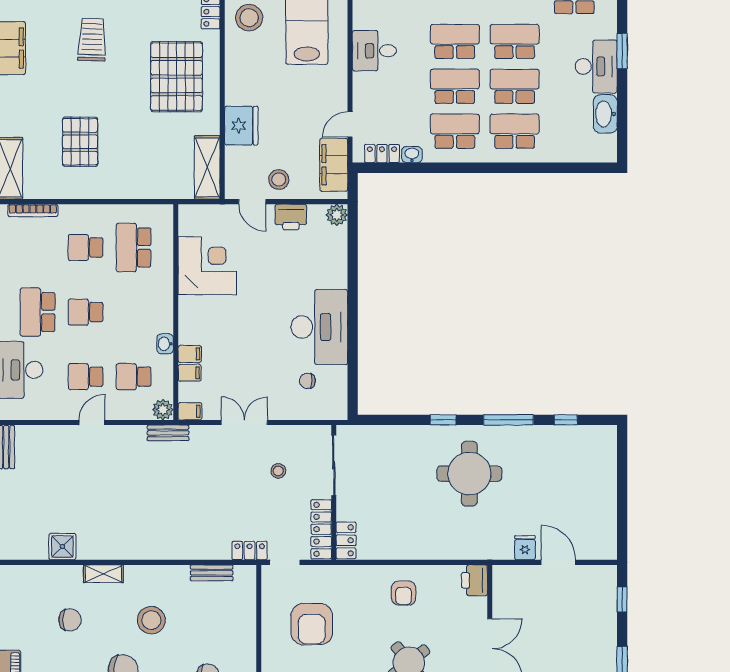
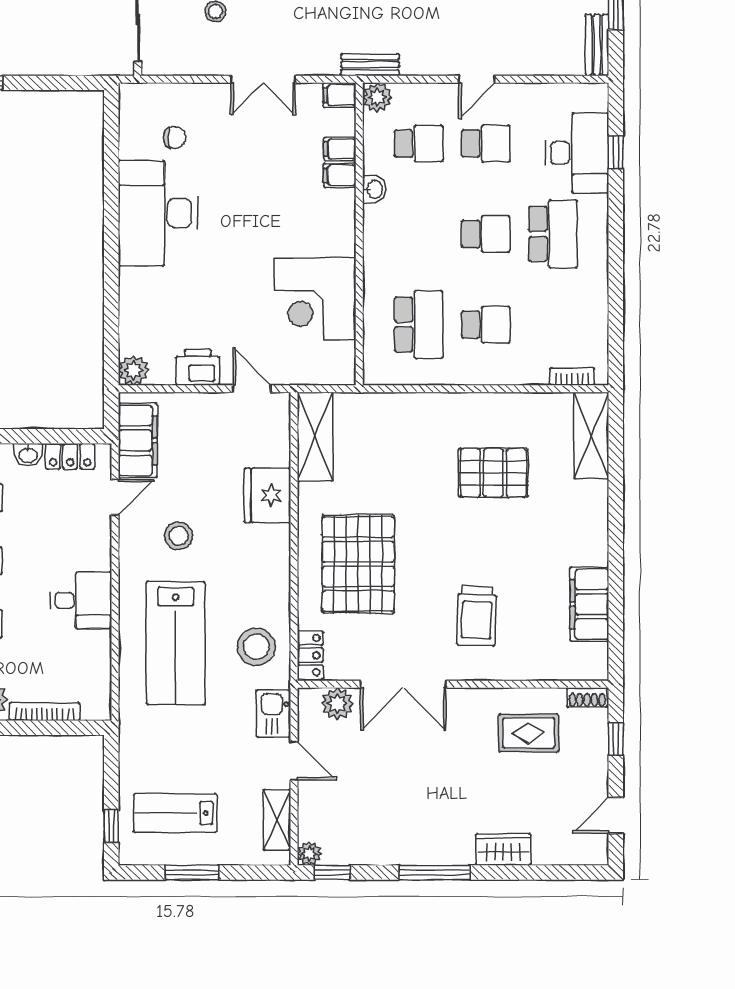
pallet: (80, 142) -> (493, 473), turned 90
stool: (279, 179) -> (179, 536), moved
bookcase: (33, 210) -> (572, 376), width x0.64

